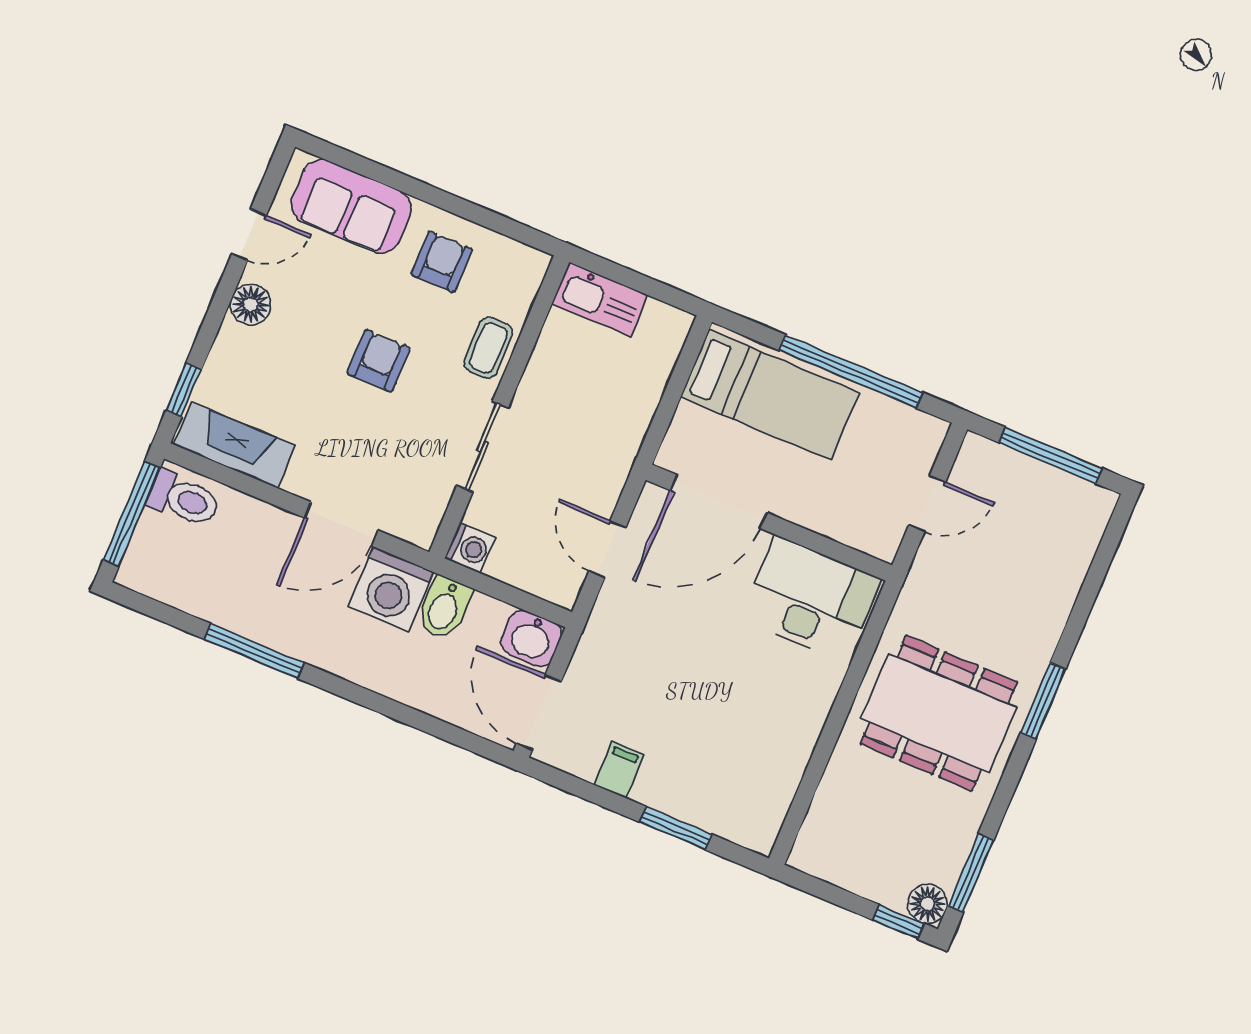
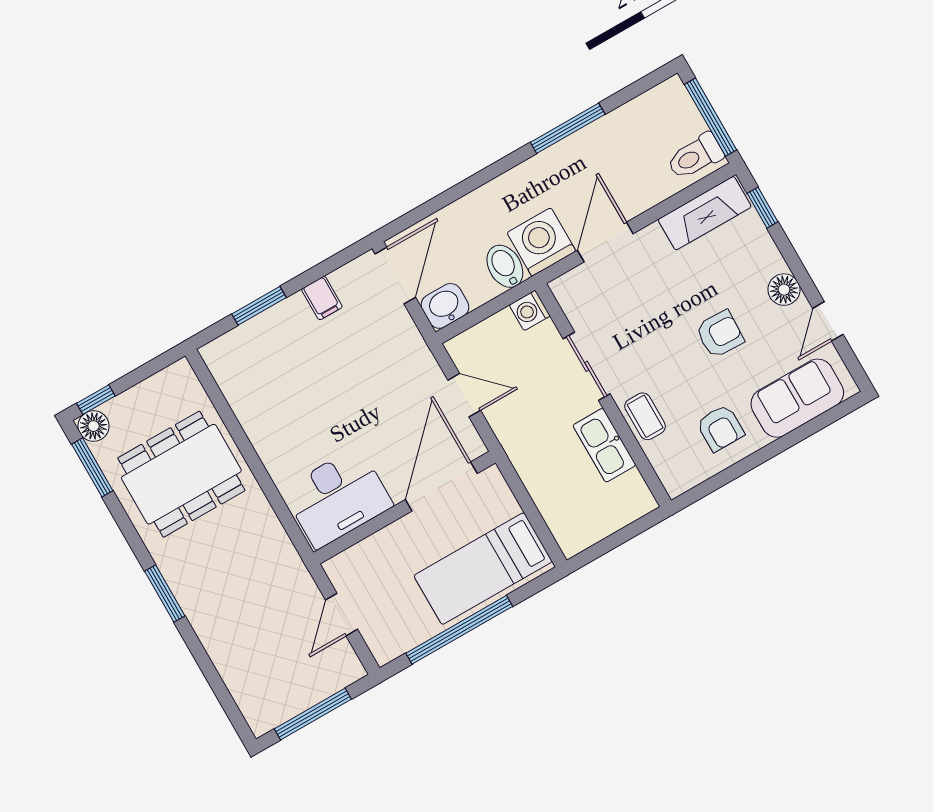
kitchen sink: (600, 299) -> (604, 445), moved, turned -90
armchair: (379, 361) -> (720, 334), moved, turned -88
door: (539, 712) -> (395, 276), hinge flipped
dining table: (939, 713) -> (181, 474), moved

